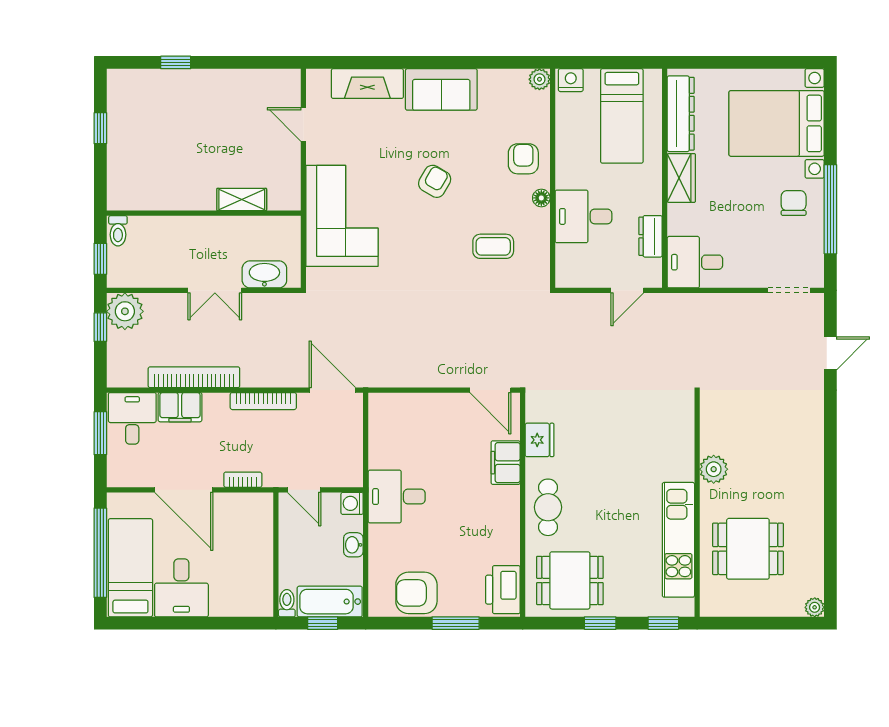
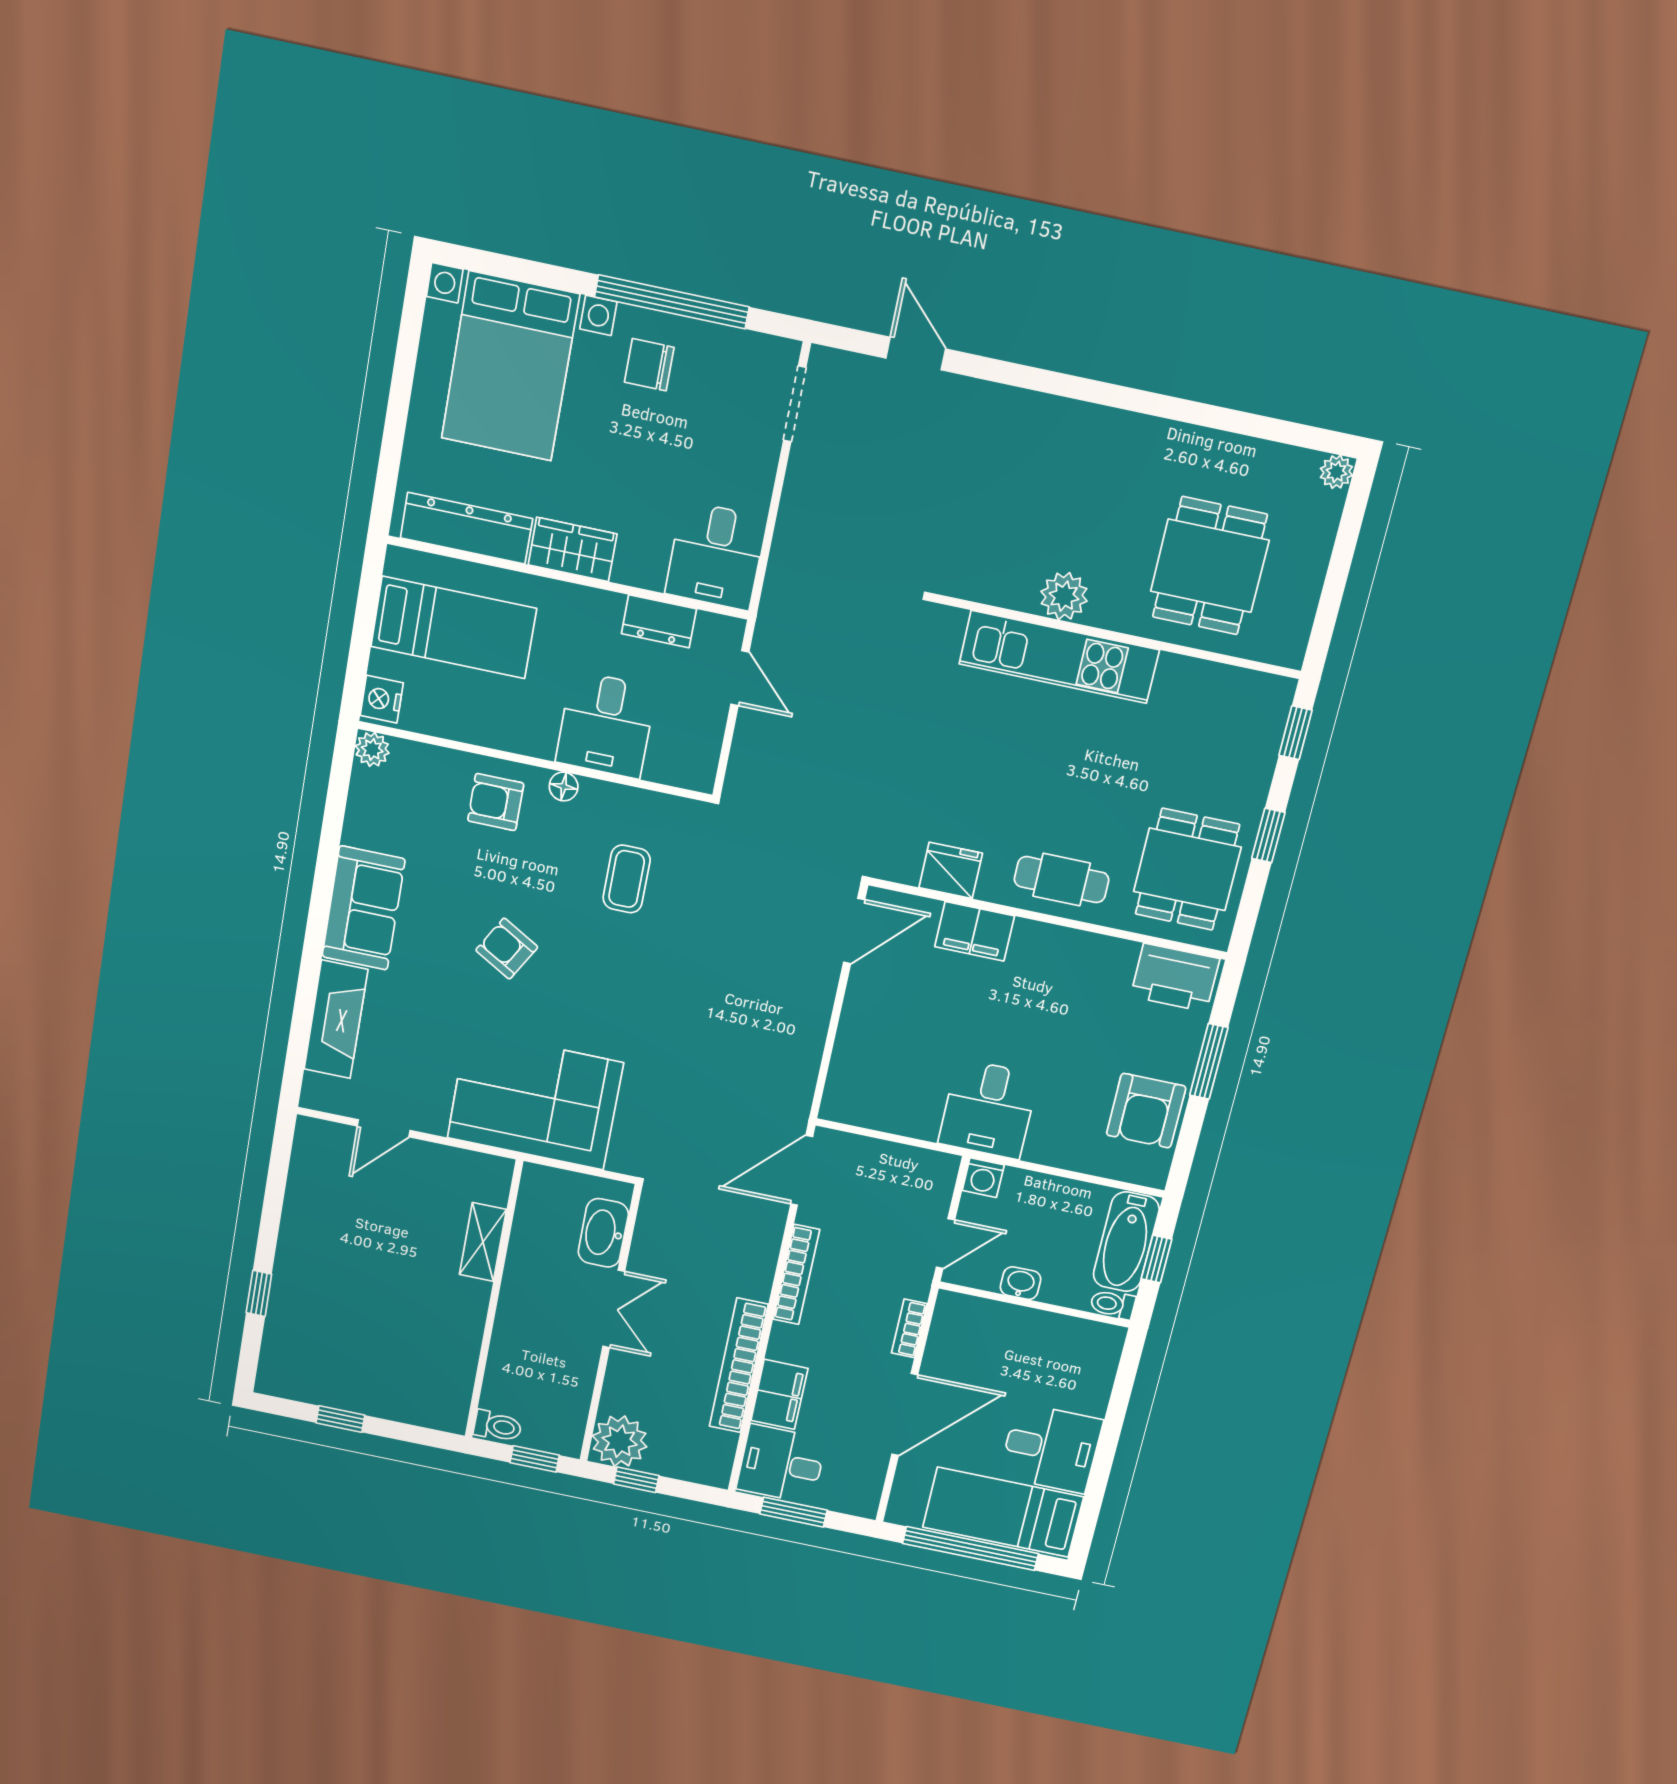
kitchen unit: (678, 540) -> (1059, 657), moved
washbasin: (353, 545) -> (1021, 1283), moved, turned 180

